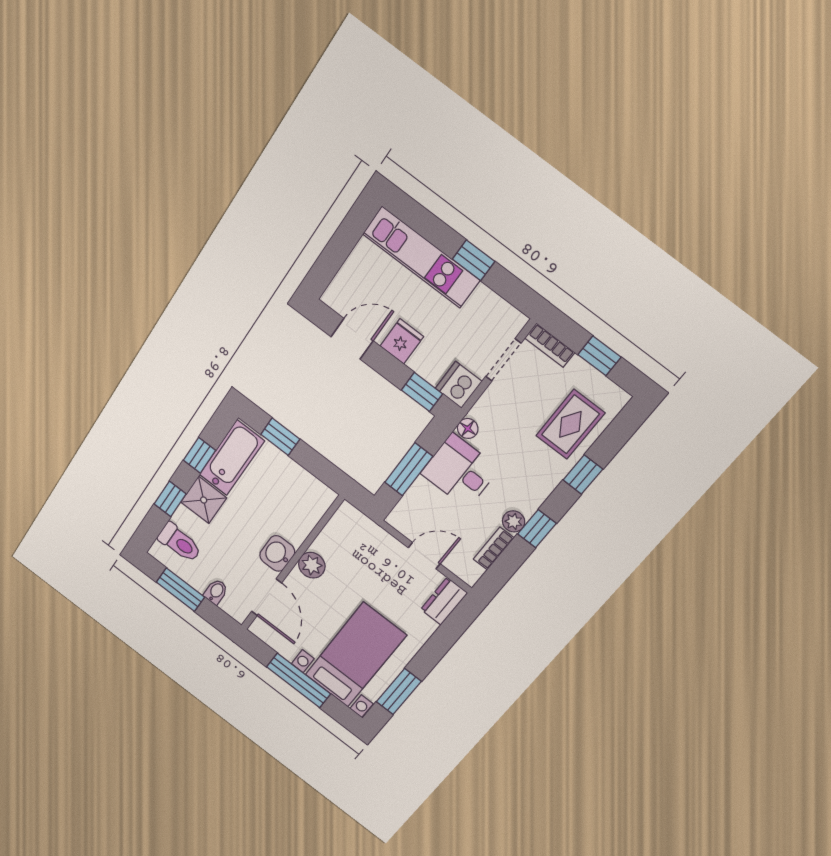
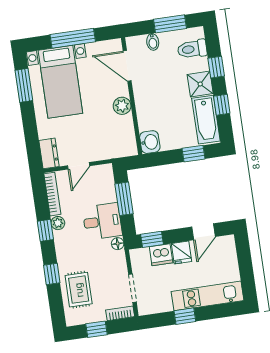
dishwasher: (459, 385) -> (161, 255), moved, turned 90
bookcase: (494, 549) -> (52, 194), width x1.56
washbasin: (277, 553) -> (150, 142), moved

